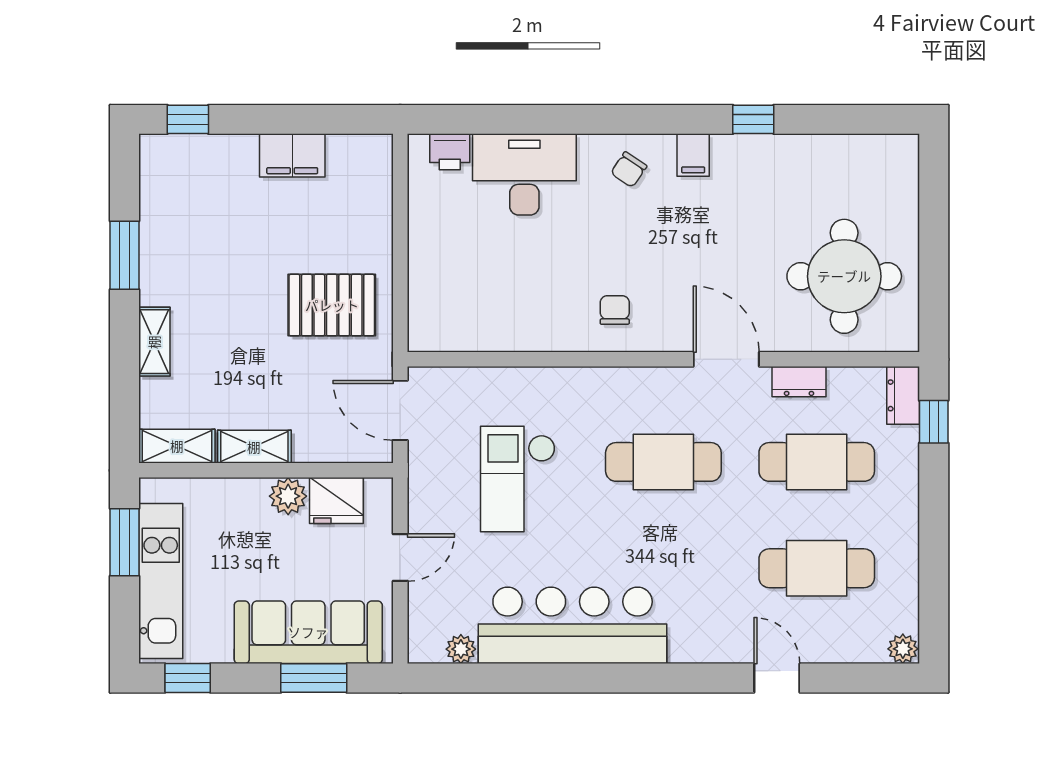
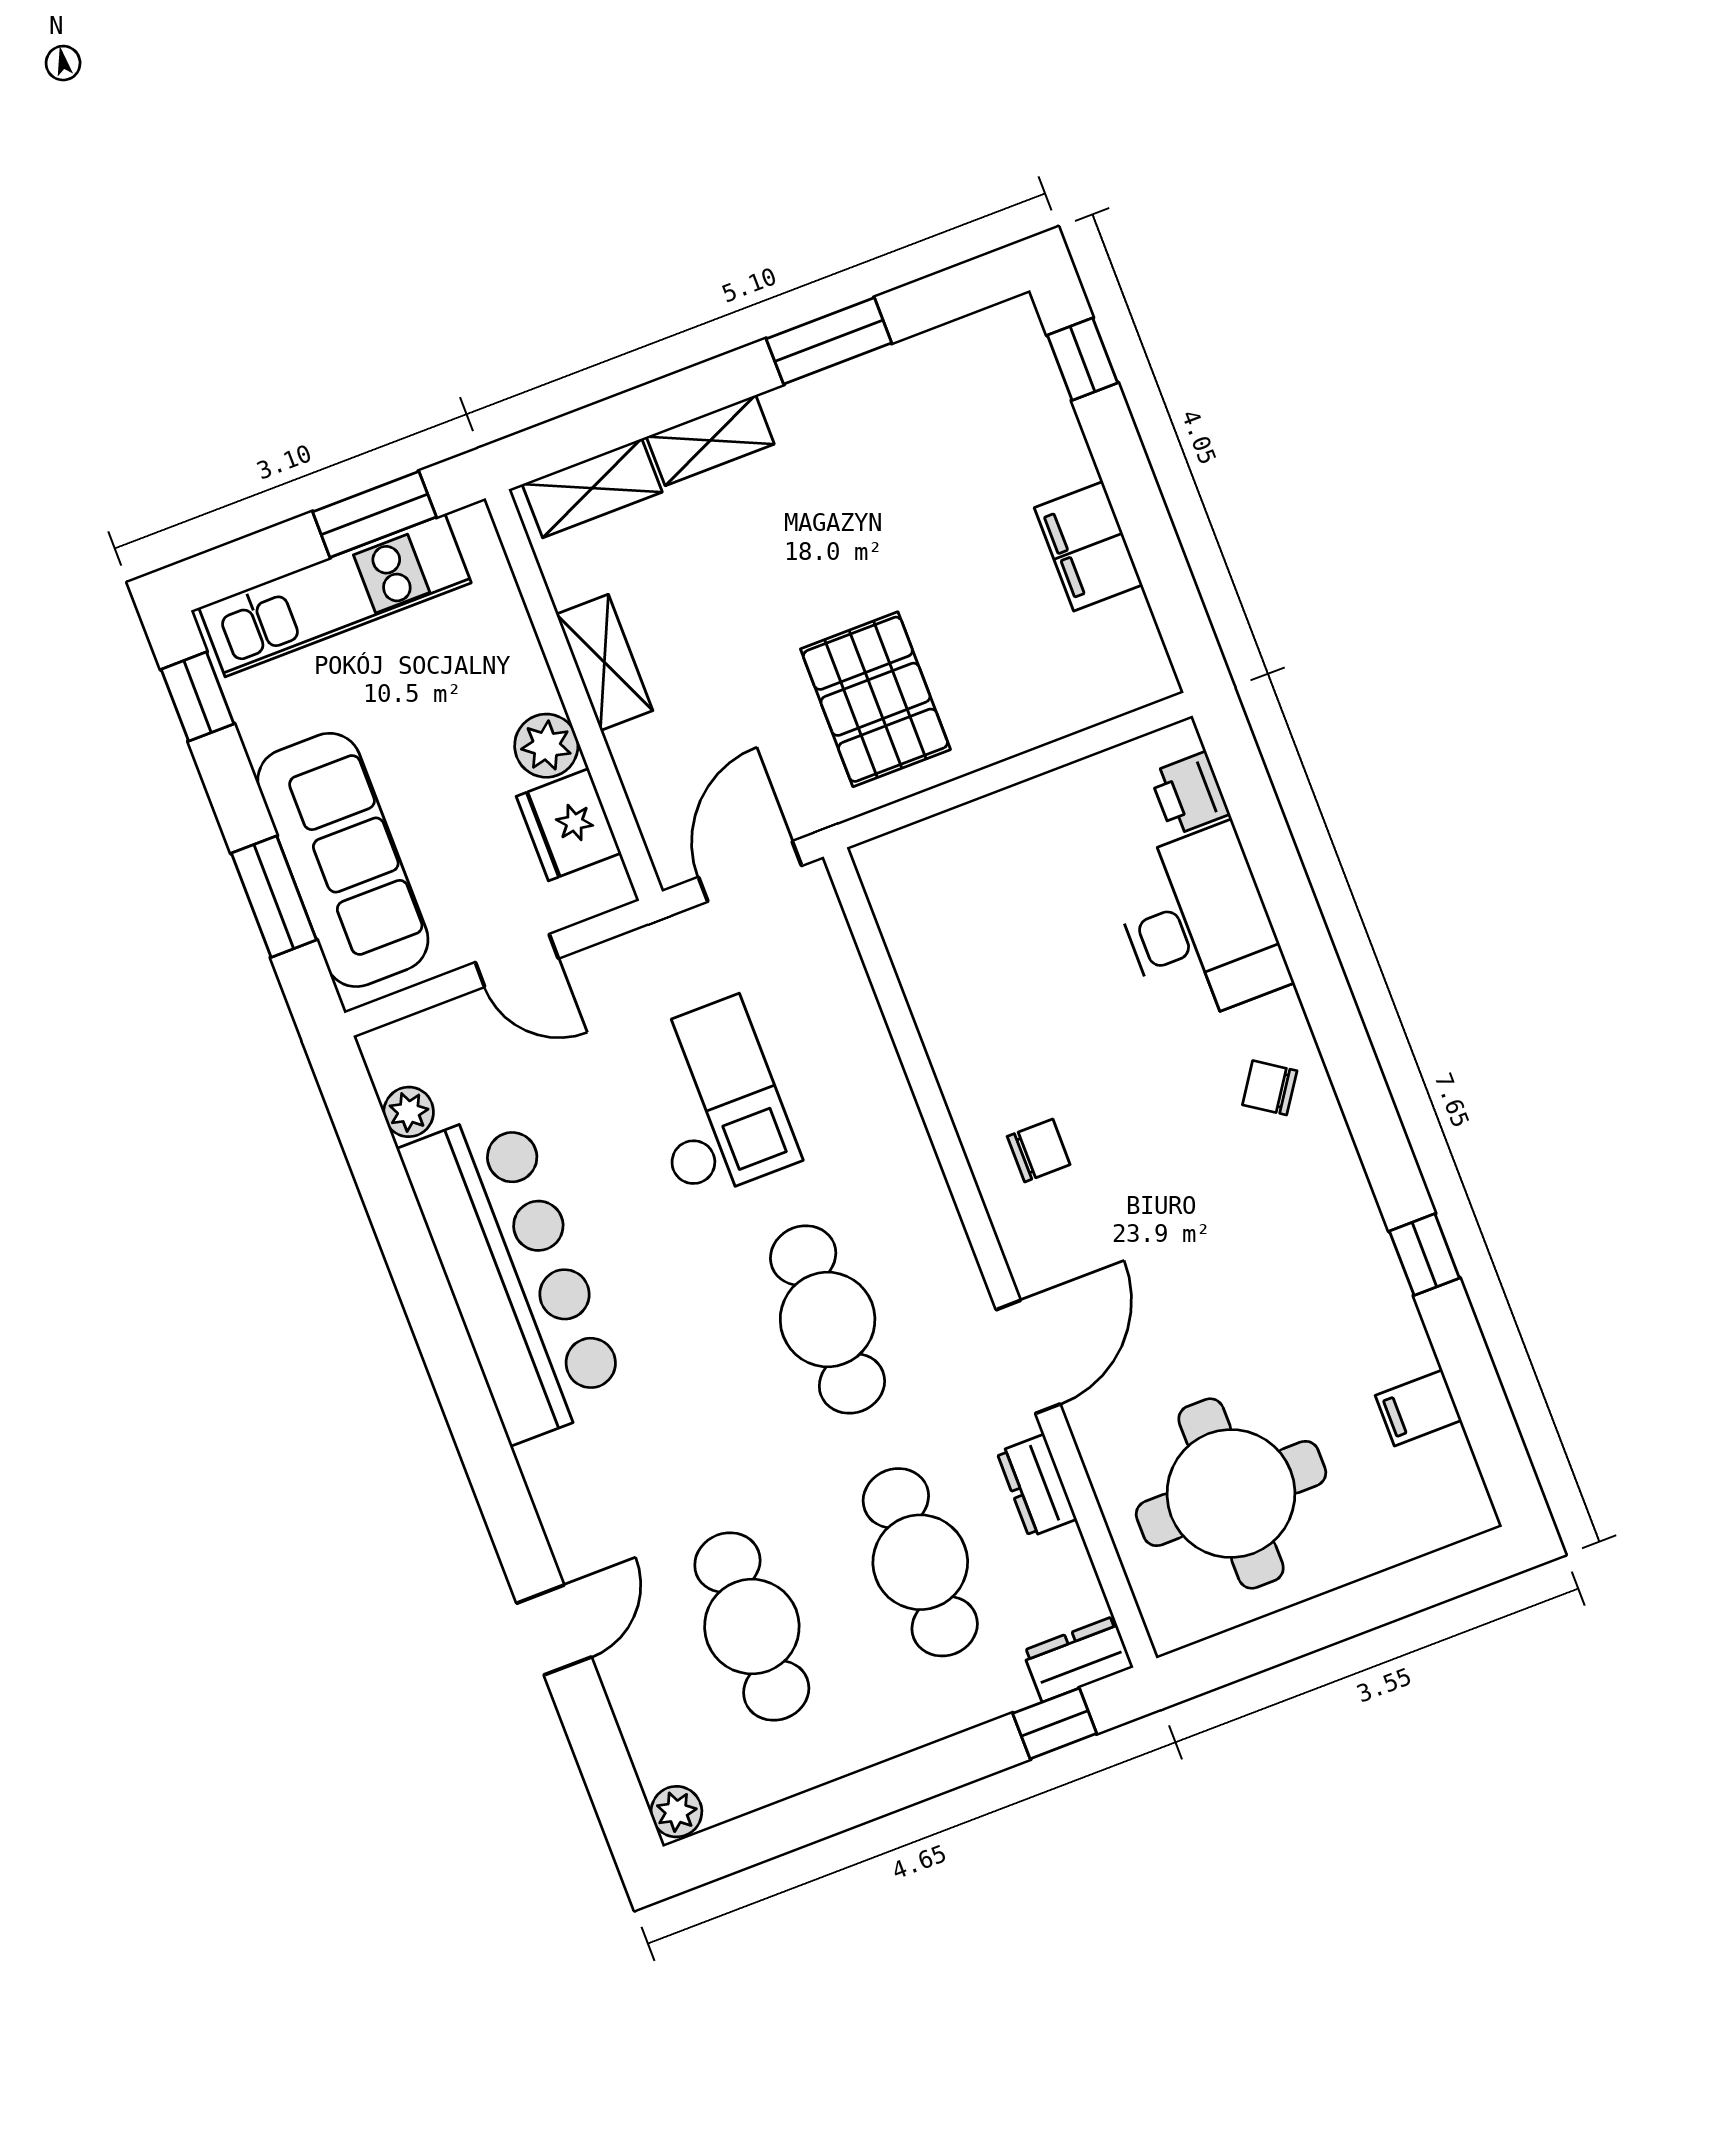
filing cabinet: (693, 155) -> (1418, 1408), moved
shelving: (177, 446) -> (592, 488), moved, turned 90
checkout: (518, 479) -> (713, 1099), turned 90

